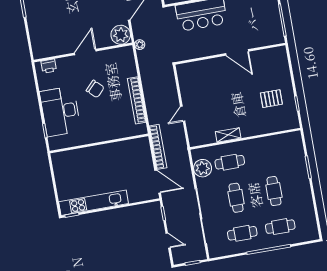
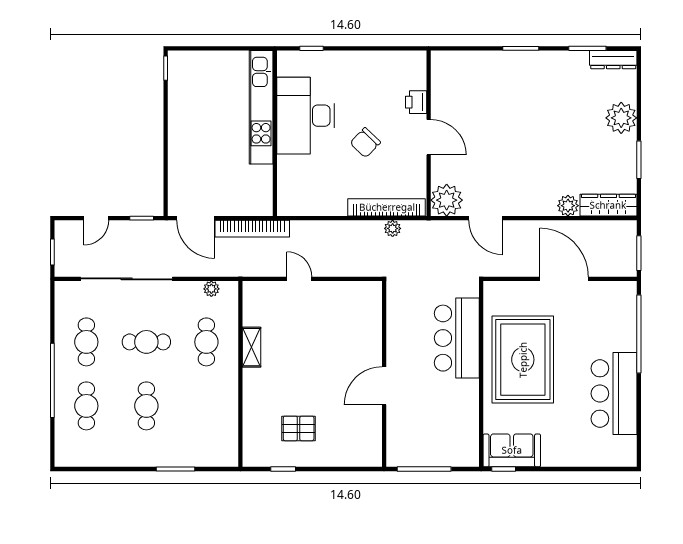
plant: (140, 45) -> (393, 228), moved
printer: (49, 66) -> (416, 102), moved
pallet: (271, 99) -> (299, 428), turned 90
bookcase: (137, 100) -> (387, 207), moved
desk: (60, 111) -> (306, 116), moved, turned -90
plant: (203, 168) -> (211, 289), width x0.53, depth x0.53
door: (158, 182) -> (196, 218), hinge flipped
cafe table: (274, 191) -> (146, 406), turned 90
kitchen unit: (94, 203) -> (261, 107), moved, turned 180

